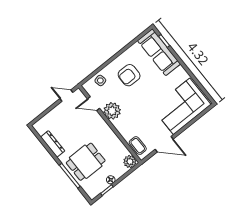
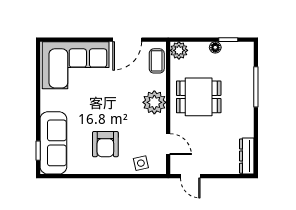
armchair: (129, 75) -> (105, 144), turned 90
plant: (112, 111) -> (154, 102), moved
dresser: (53, 144) -> (247, 156), moved
door: (164, 144) -> (127, 40), swing flipped
dining table: (86, 162) -> (199, 97), moved

